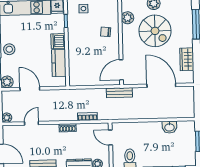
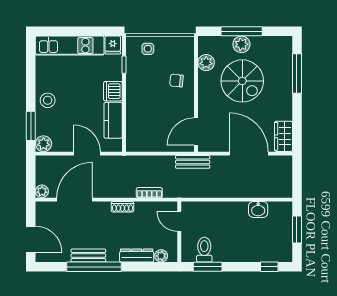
wardrobe: (187, 59) -> (284, 136), moved
door: (30, 89) -> (87, 154), moved
door: (31, 123) -> (75, 200), width x1.88

